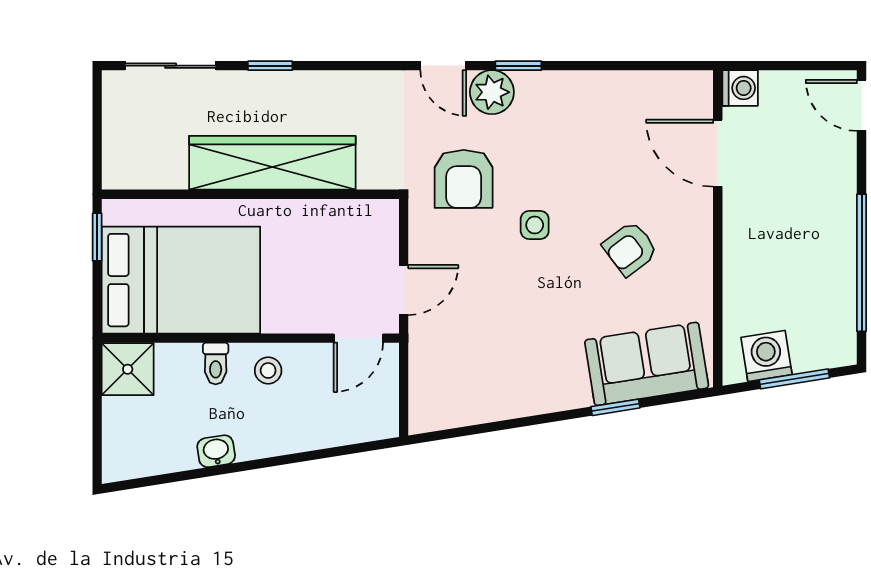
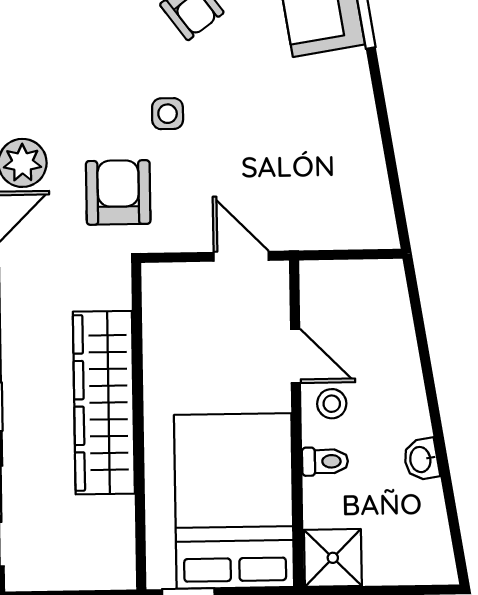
armchair: (464, 179) -> (118, 192), turned -90
door: (358, 338) -> (295, 356), moved

